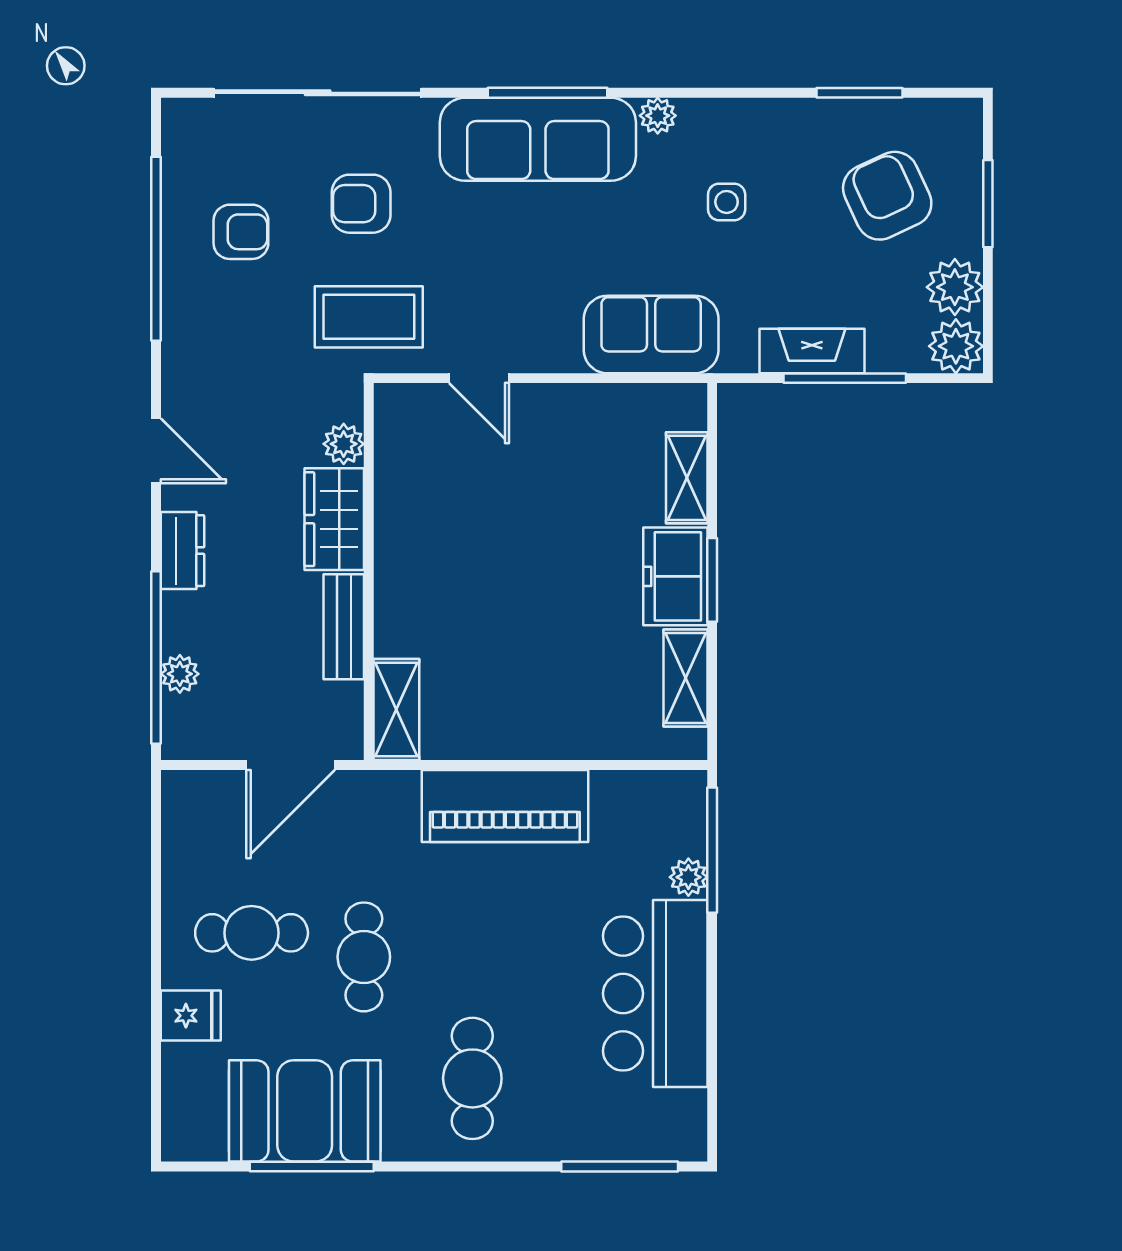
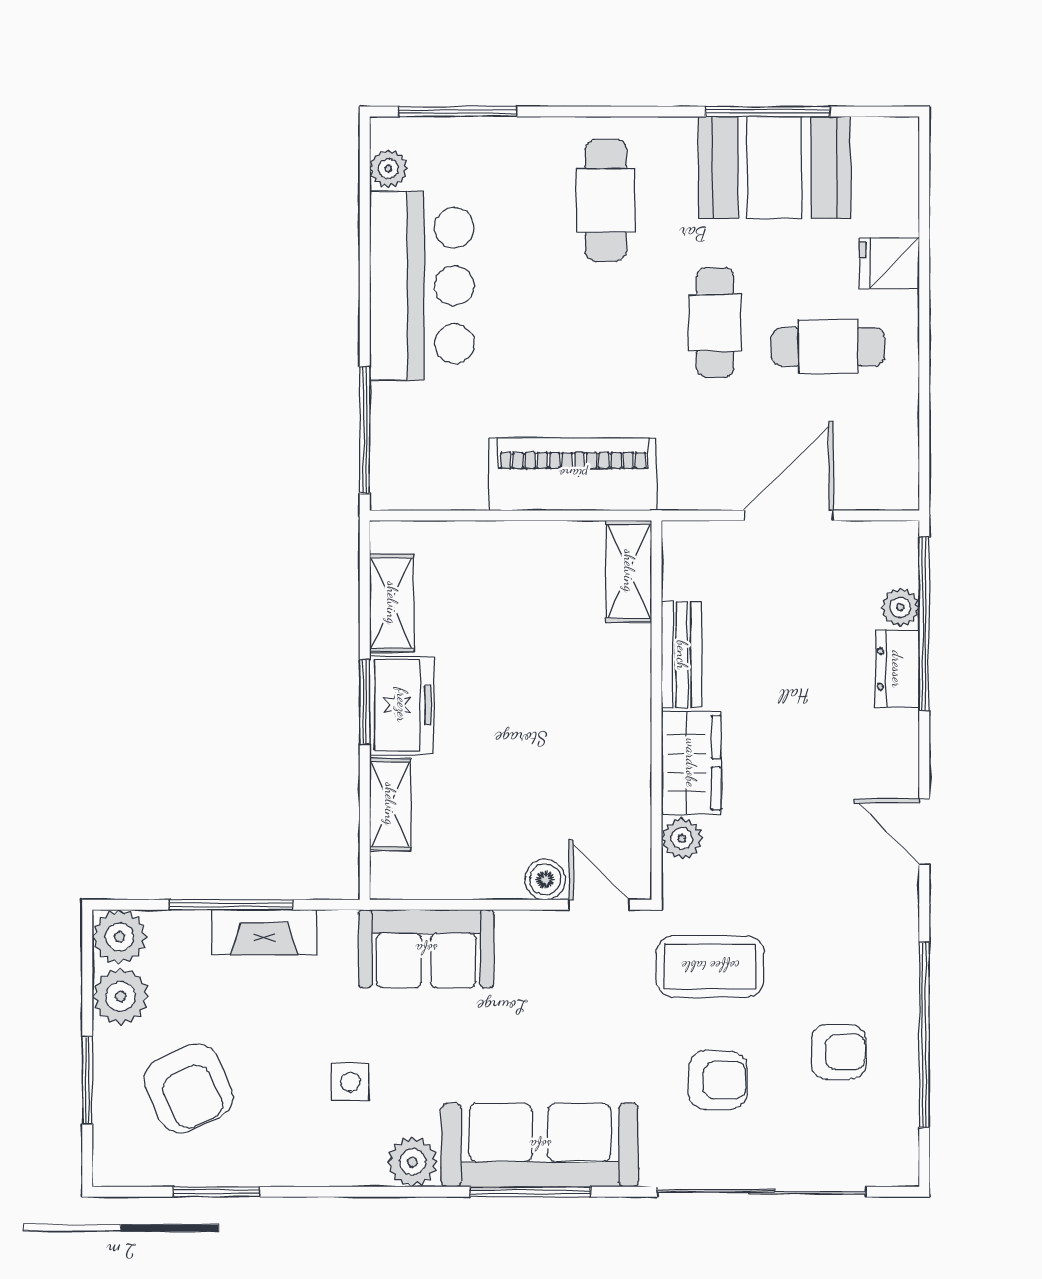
plant: (658, 116) -> (413, 1162), width x1.38, depth x1.38
armchair: (241, 232) -> (839, 1052), turned 180
boiler: (533, 403) -> (545, 880), added
plant: (344, 444) -> (682, 838), moved
wardrobe: (334, 519) -> (691, 763), moved
dresser: (182, 551) -> (897, 669), moved
wall: (369, 572) -> (657, 710), moved
bench: (344, 627) -> (682, 655), moved
shelving: (396, 710) -> (629, 571), moved
plant: (688, 877) -> (388, 169), moved

